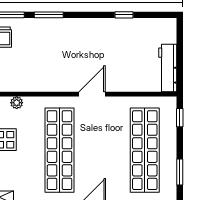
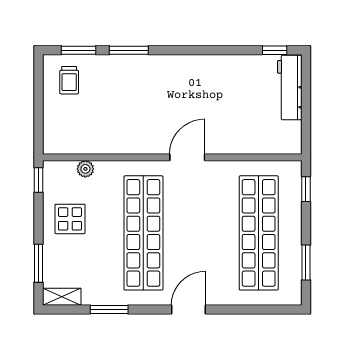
window: (124, 15) -> (275, 50), moved
workbench: (168, 68) -> (290, 88), moved

